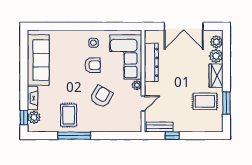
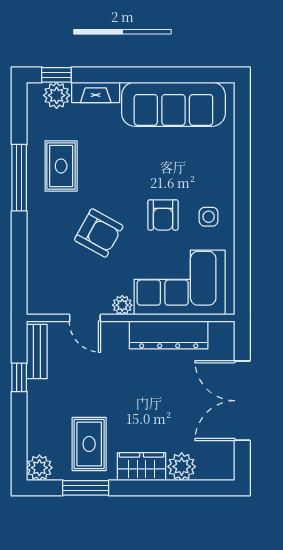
plant: (217, 42) -> (39, 468), moved
rug: (69, 115) -> (61, 166), turned 90

